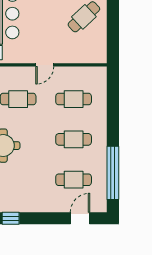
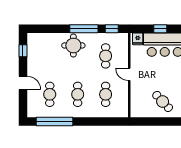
door: (80, 218) -> (23, 83), moved

